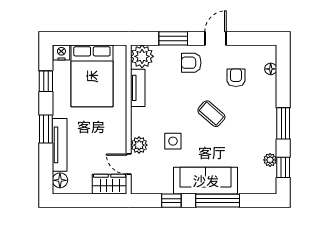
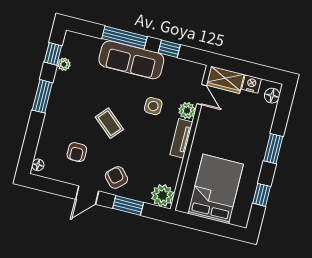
nightstand: (61, 52) -> (252, 84), moved, turned 180
armchair: (191, 63) -> (116, 177), turned -132
floor lamp: (271, 69) -> (38, 165), moved
tv unit: (138, 88) -> (181, 138), moved
tv unit: (60, 145) -> (264, 130), removed

